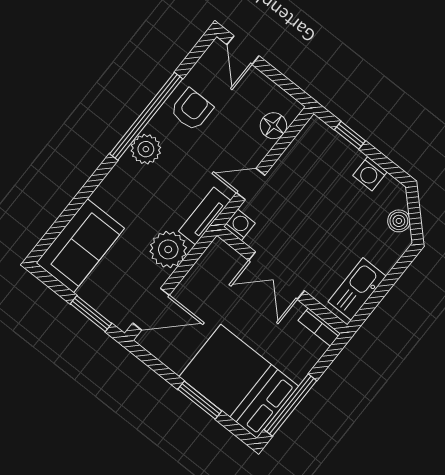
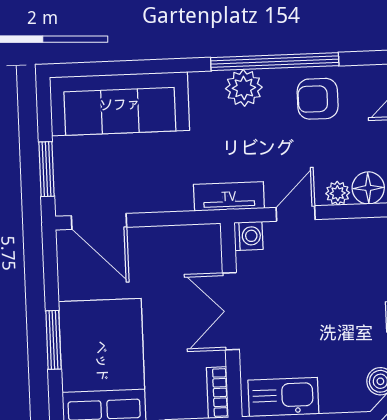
armchair: (192, 109) -> (318, 99), turned 180
door: (251, 184) -> (296, 214), hinge flipped
sofa: (80, 246) -> (120, 104), width x1.36
plant: (168, 249) -> (338, 193), moved, width x0.53, depth x0.53

